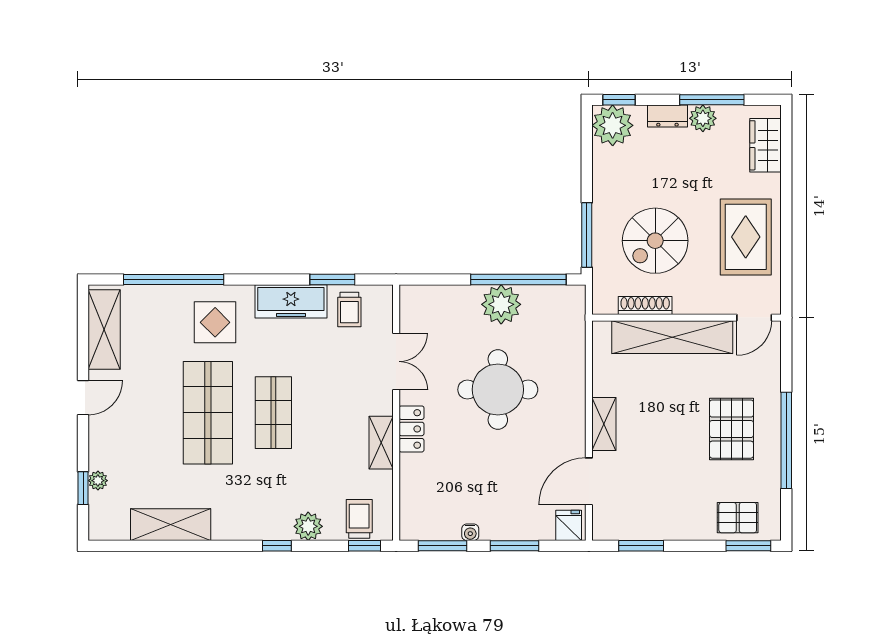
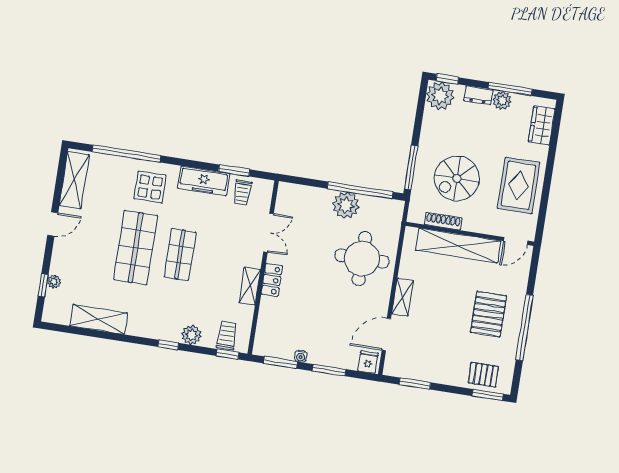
round table: (498, 390) -> (362, 259), moved

